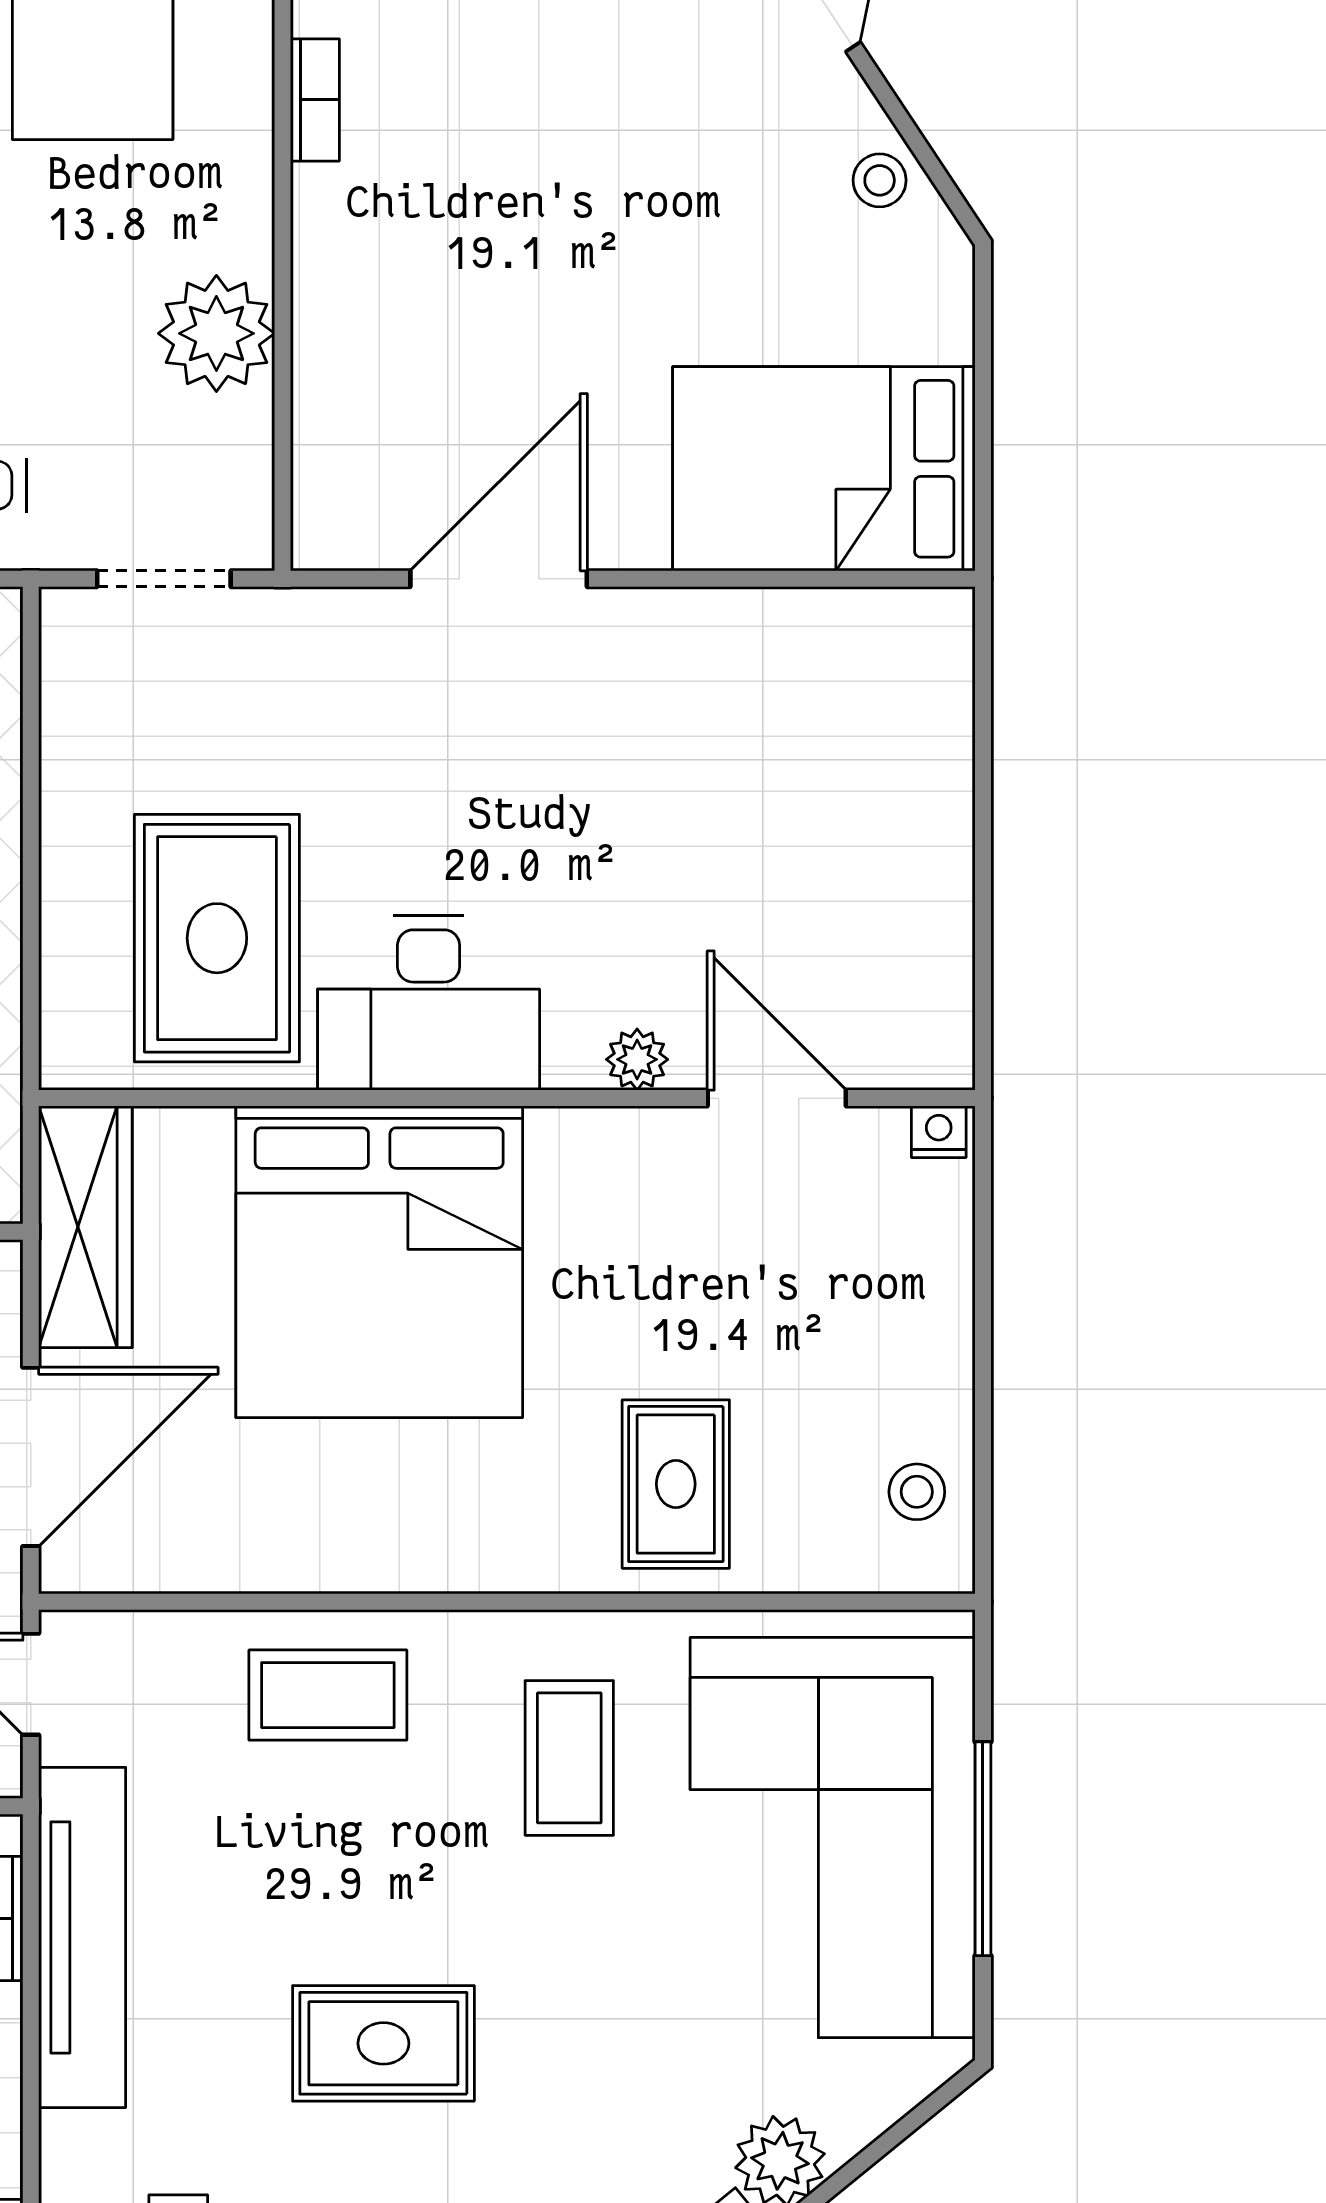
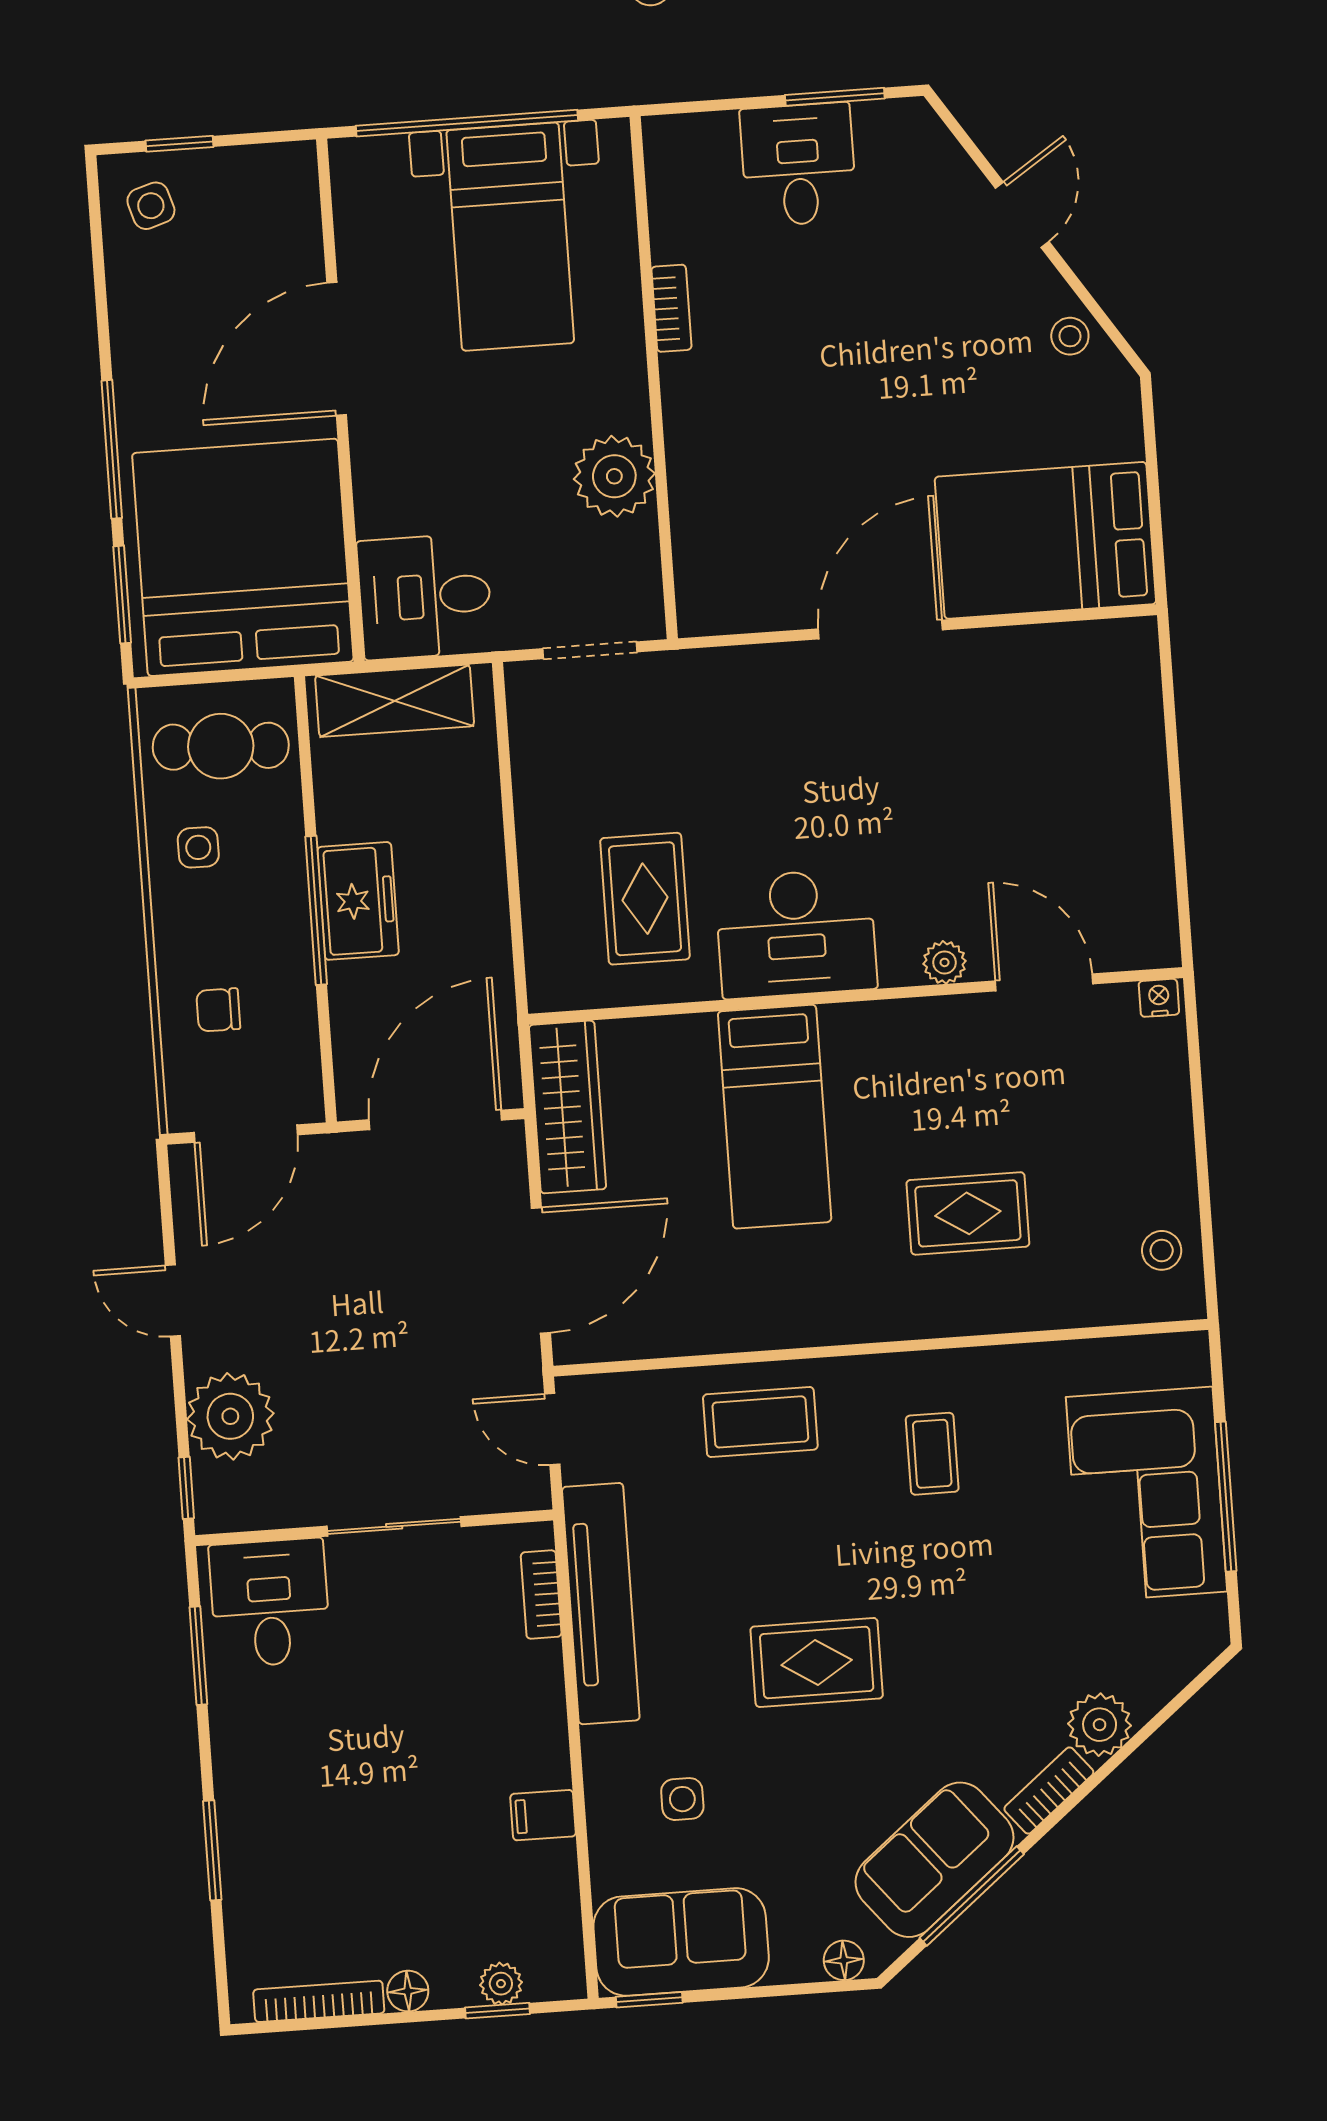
door: (499, 579) -> (880, 629), moved
rug: (217, 938) -> (645, 899), width x0.73, depth x0.70
bed: (379, 1262) -> (775, 1117), width x0.49
rug: (676, 1484) -> (968, 1213), moved, turned 90
coffee table: (569, 1758) -> (932, 1454), width x0.73, depth x0.77
corner sofa: (833, 1838) -> (1146, 1494), width x0.73, depth x0.74

